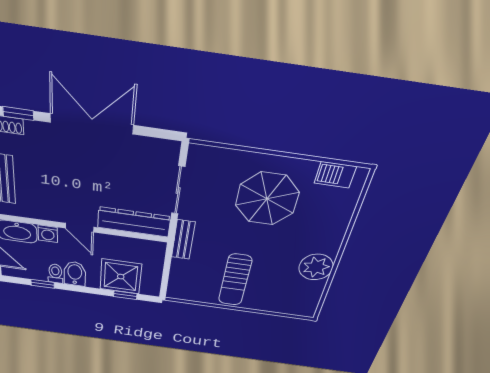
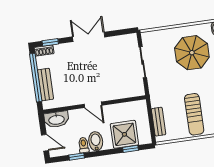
double door: (92, 124) -> (89, 37), width x0.73
dresser: (134, 222) -> (123, 91), removed
washing machine: (48, 234) -> (75, 115), removed
bench: (183, 240) -> (159, 122), moved

